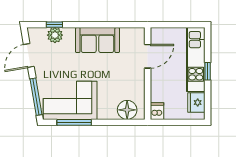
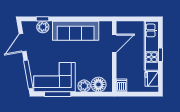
sofa: (97, 40) -> (76, 31), width x1.36
plant: (109, 112) -> (84, 86), added

